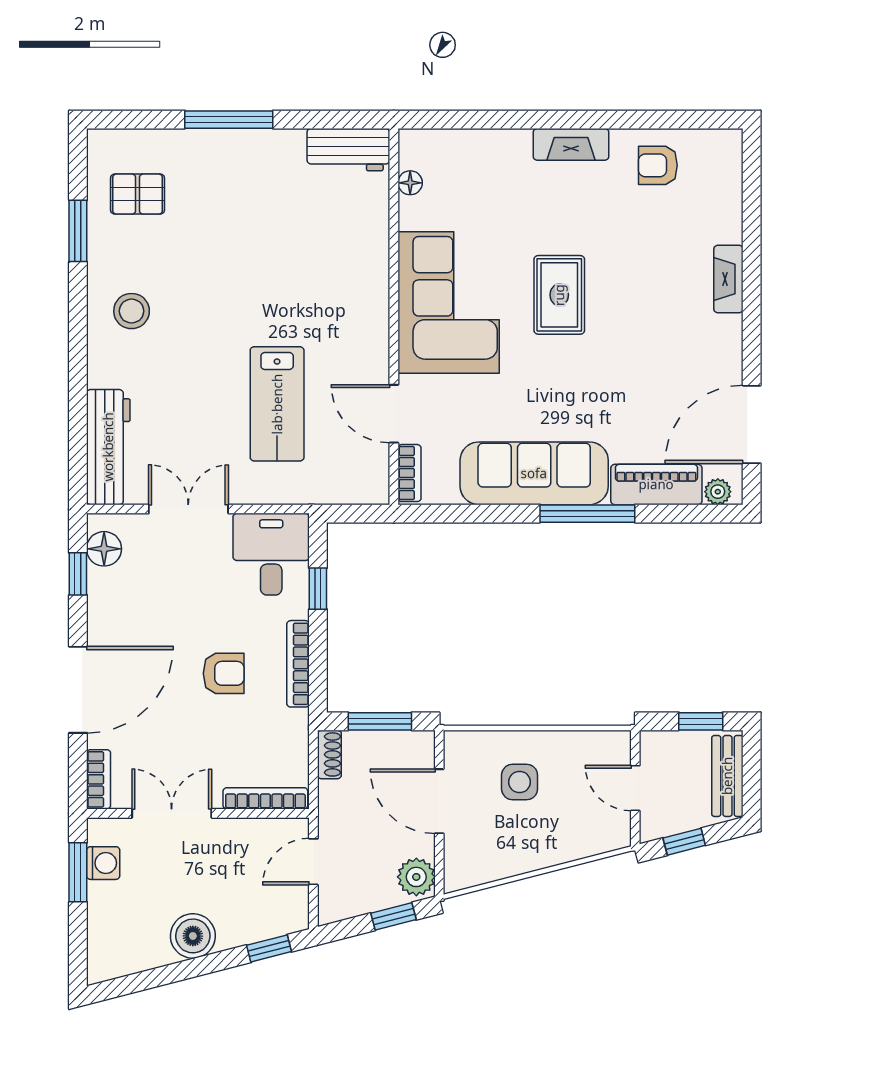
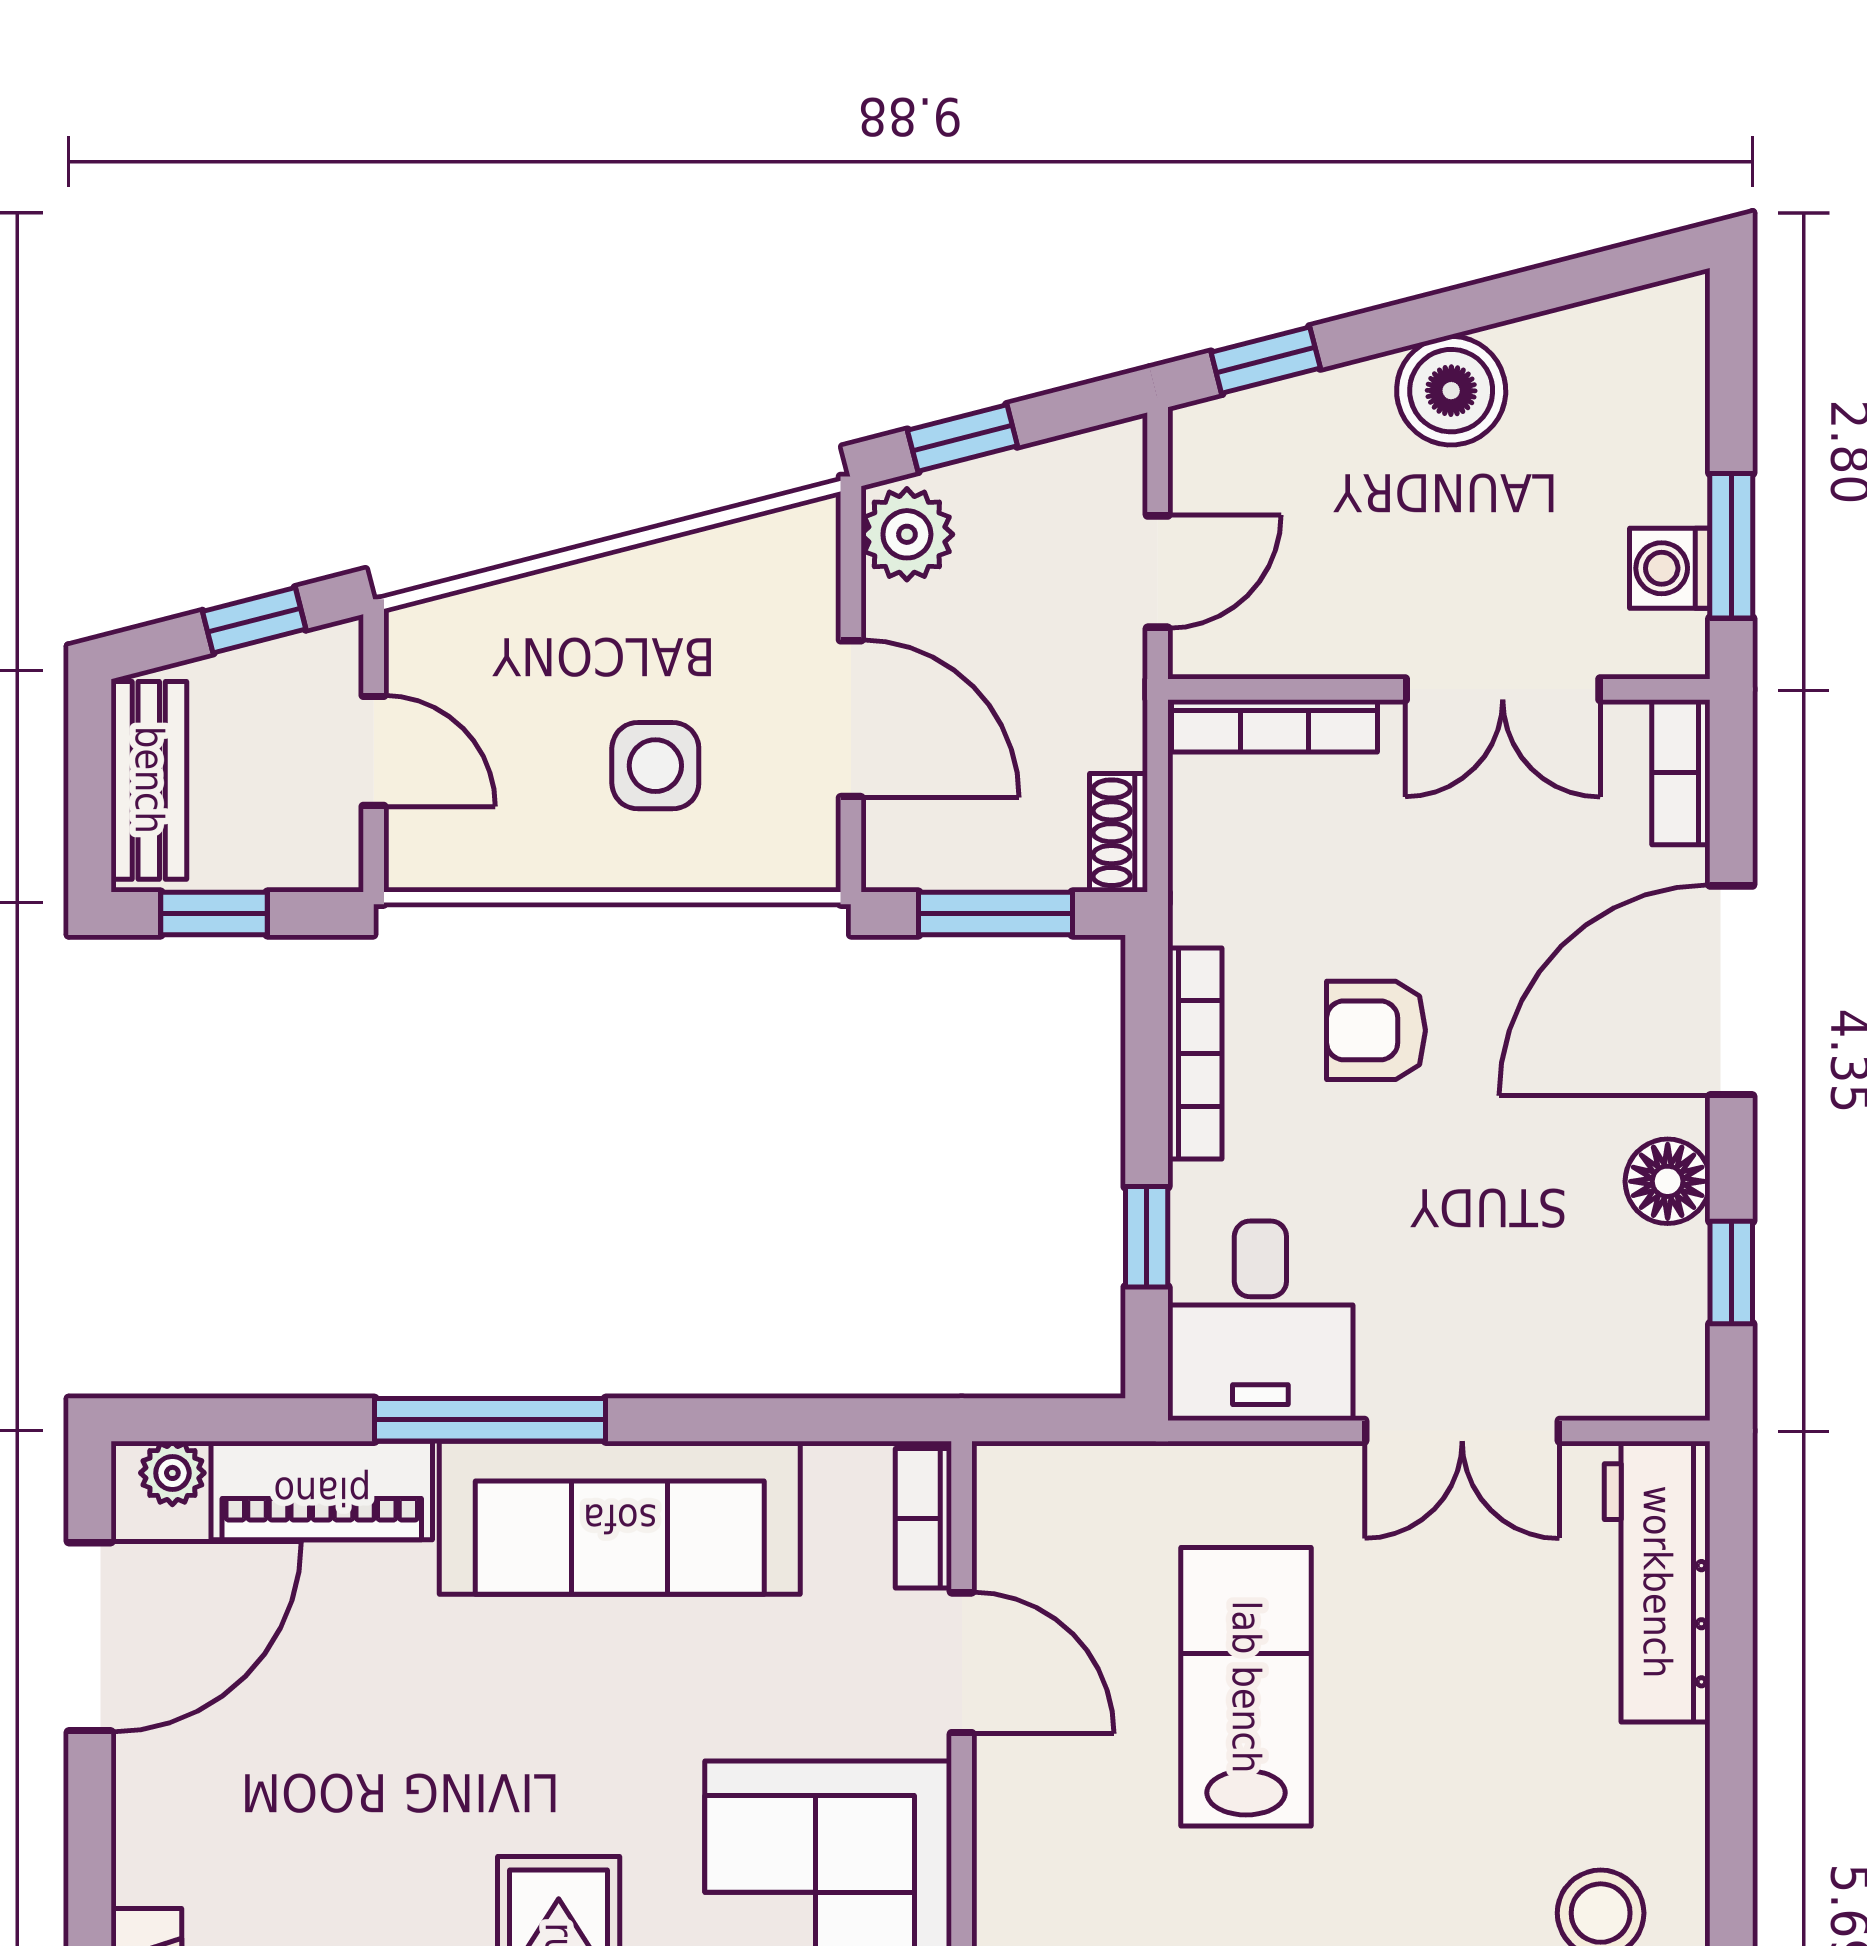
floor lamp: (104, 549) -> (1668, 1181), moved

